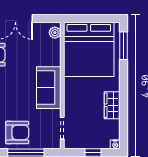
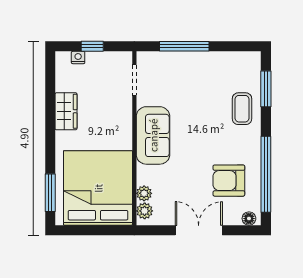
plant: (55, 45) -> (144, 193), added
armchair: (17, 132) -> (196, 74), removed
nightstand: (115, 144) -> (78, 58), moved

